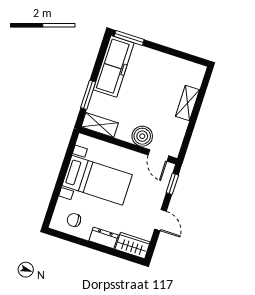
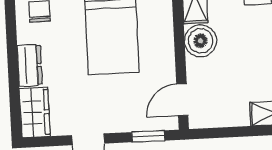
boiler: (142, 136) -> (200, 41), moved

